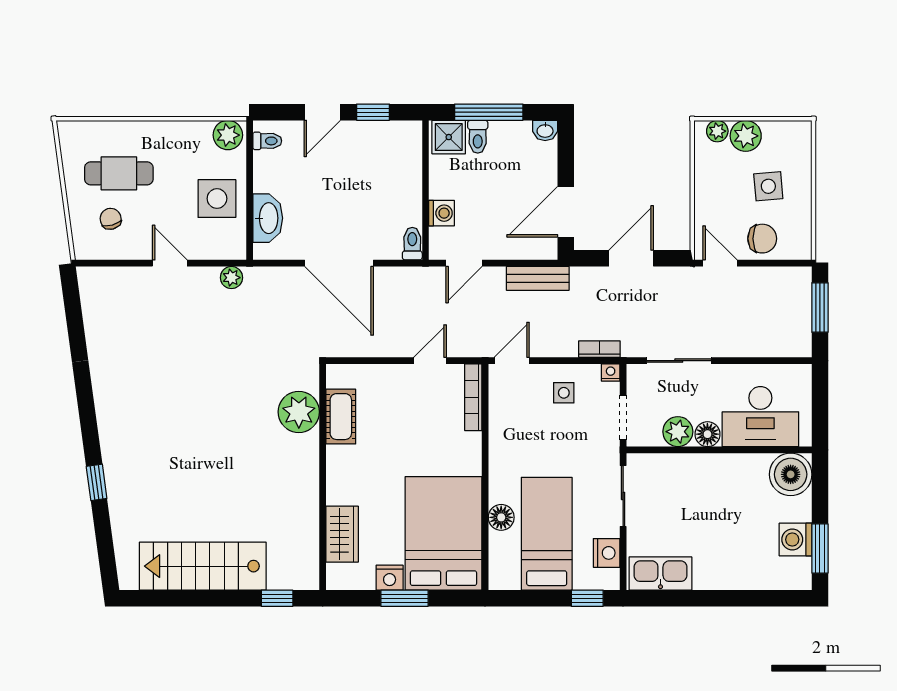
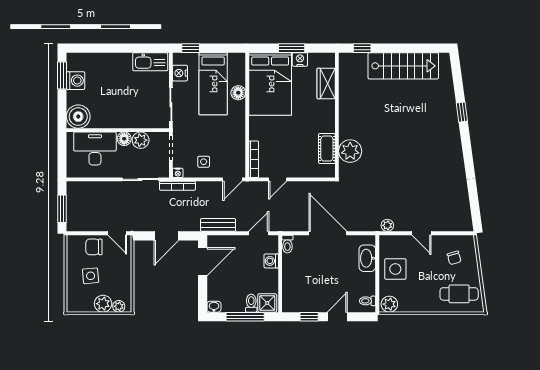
cafe table: (119, 173) -> (459, 294), moved
bookcase: (599, 349) -> (178, 186), width x1.56

